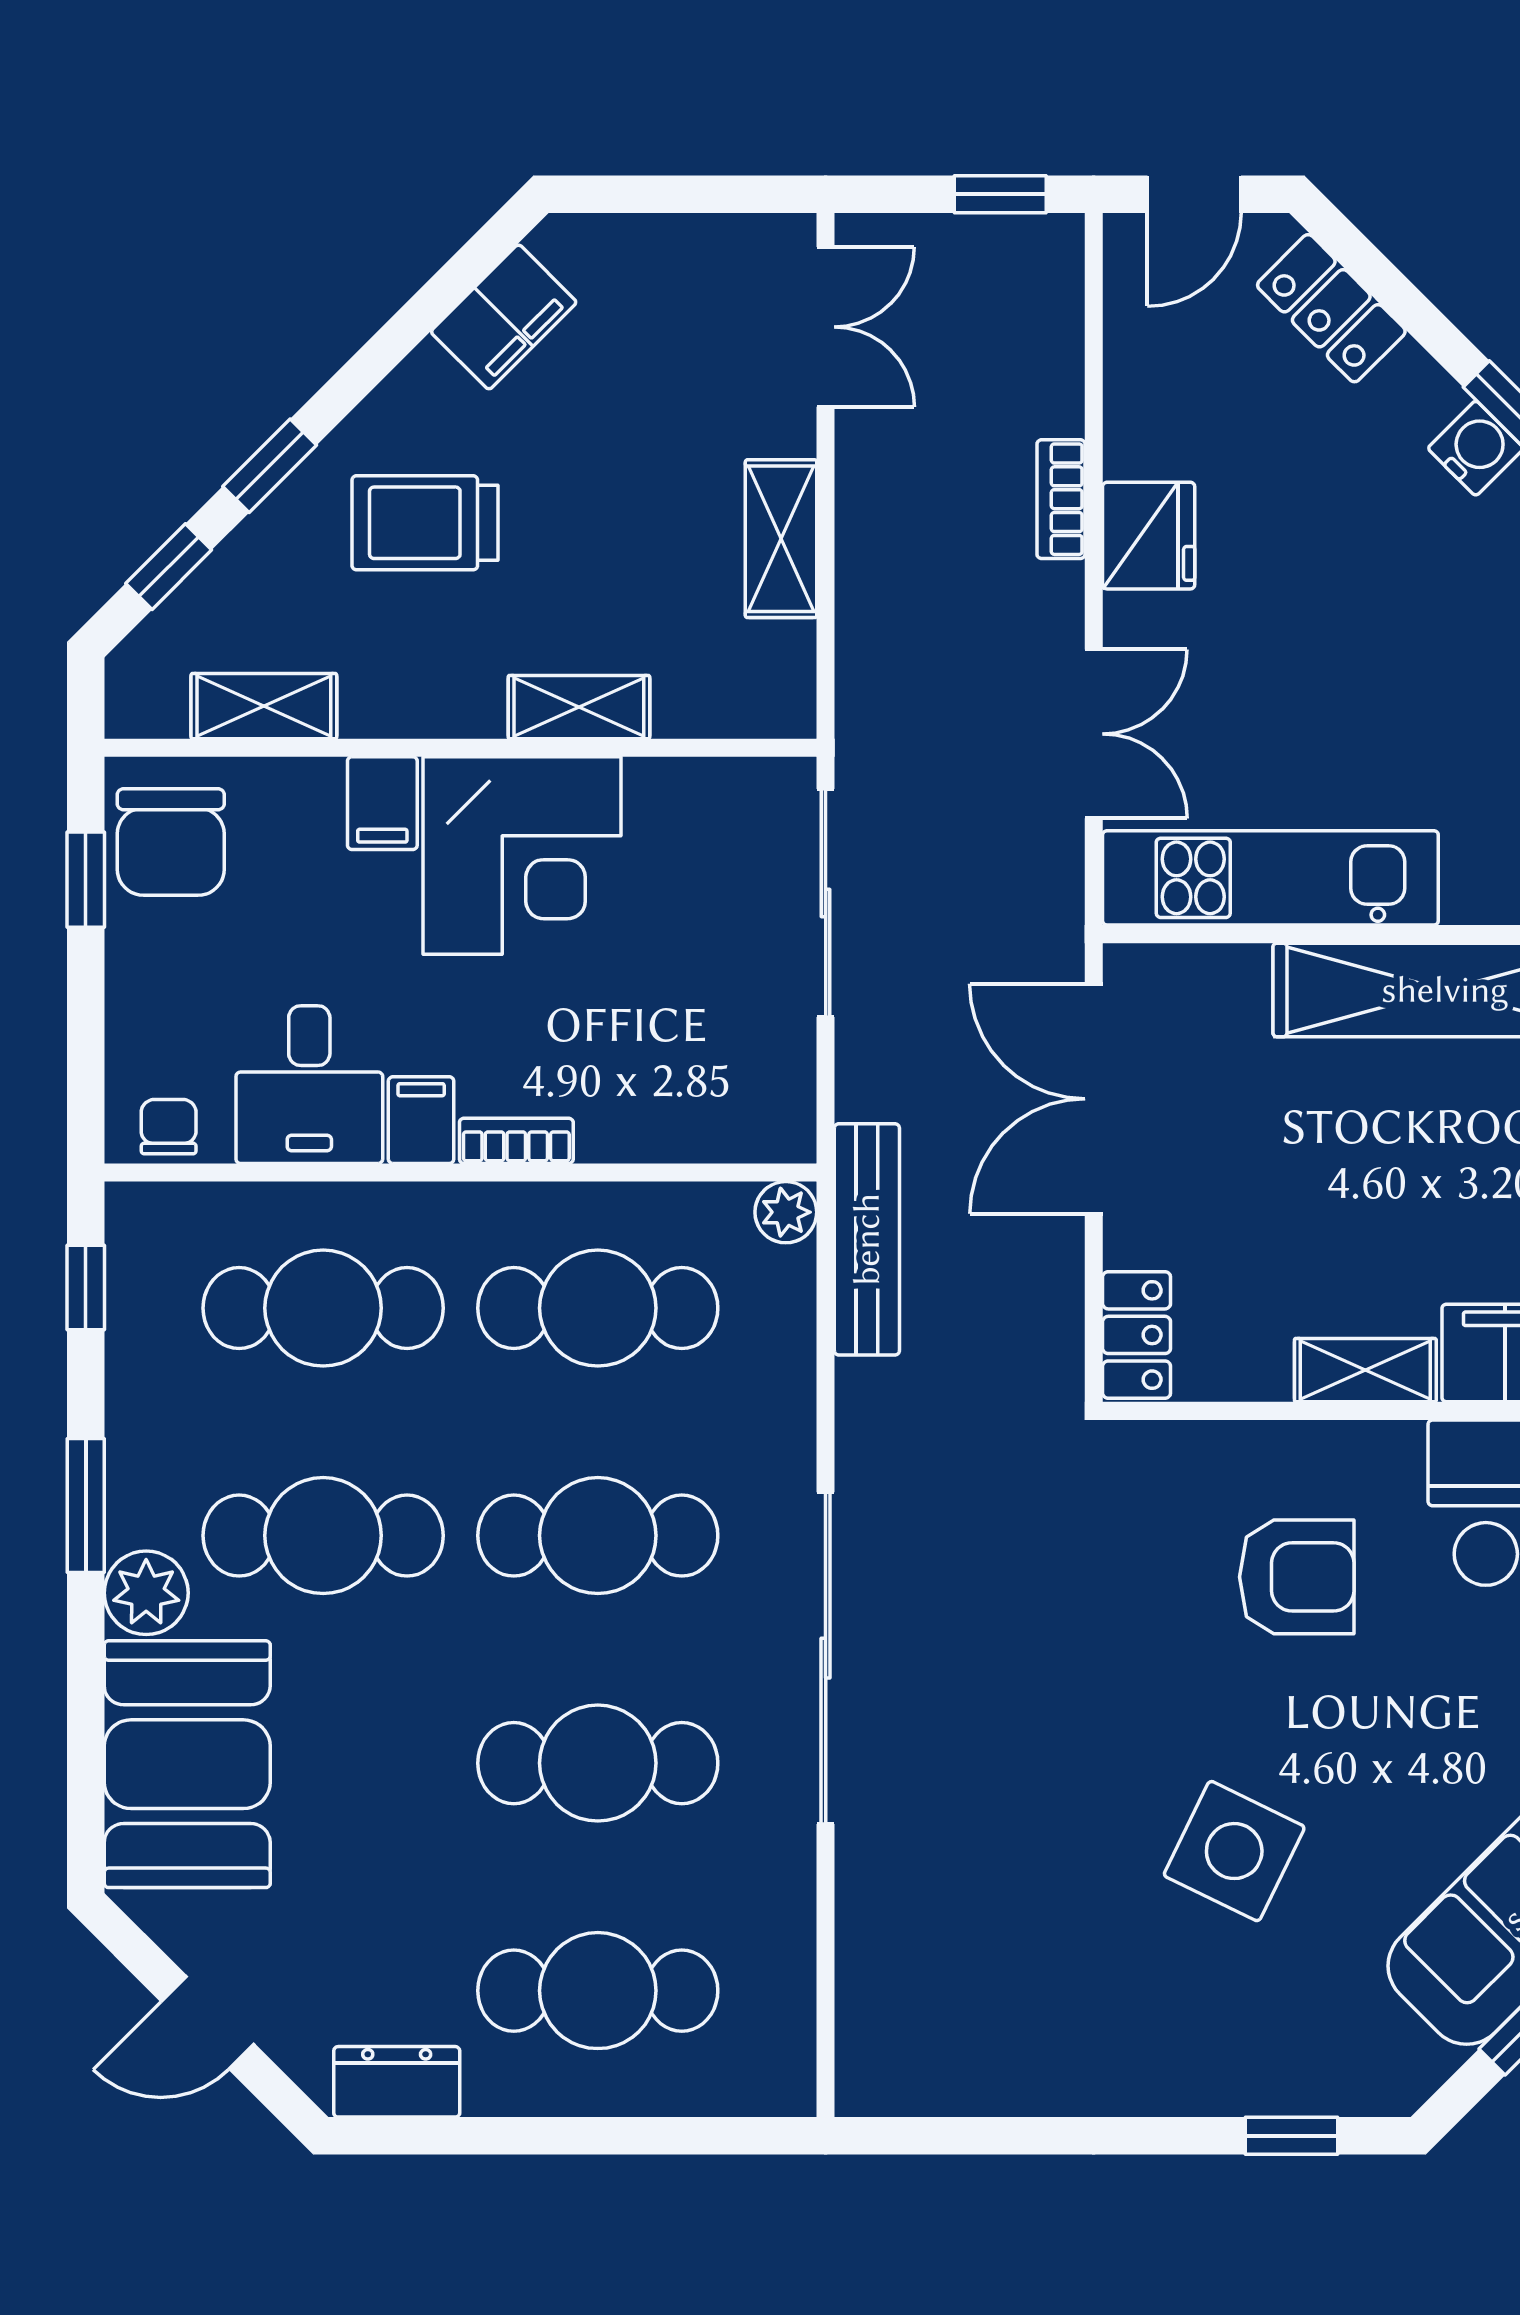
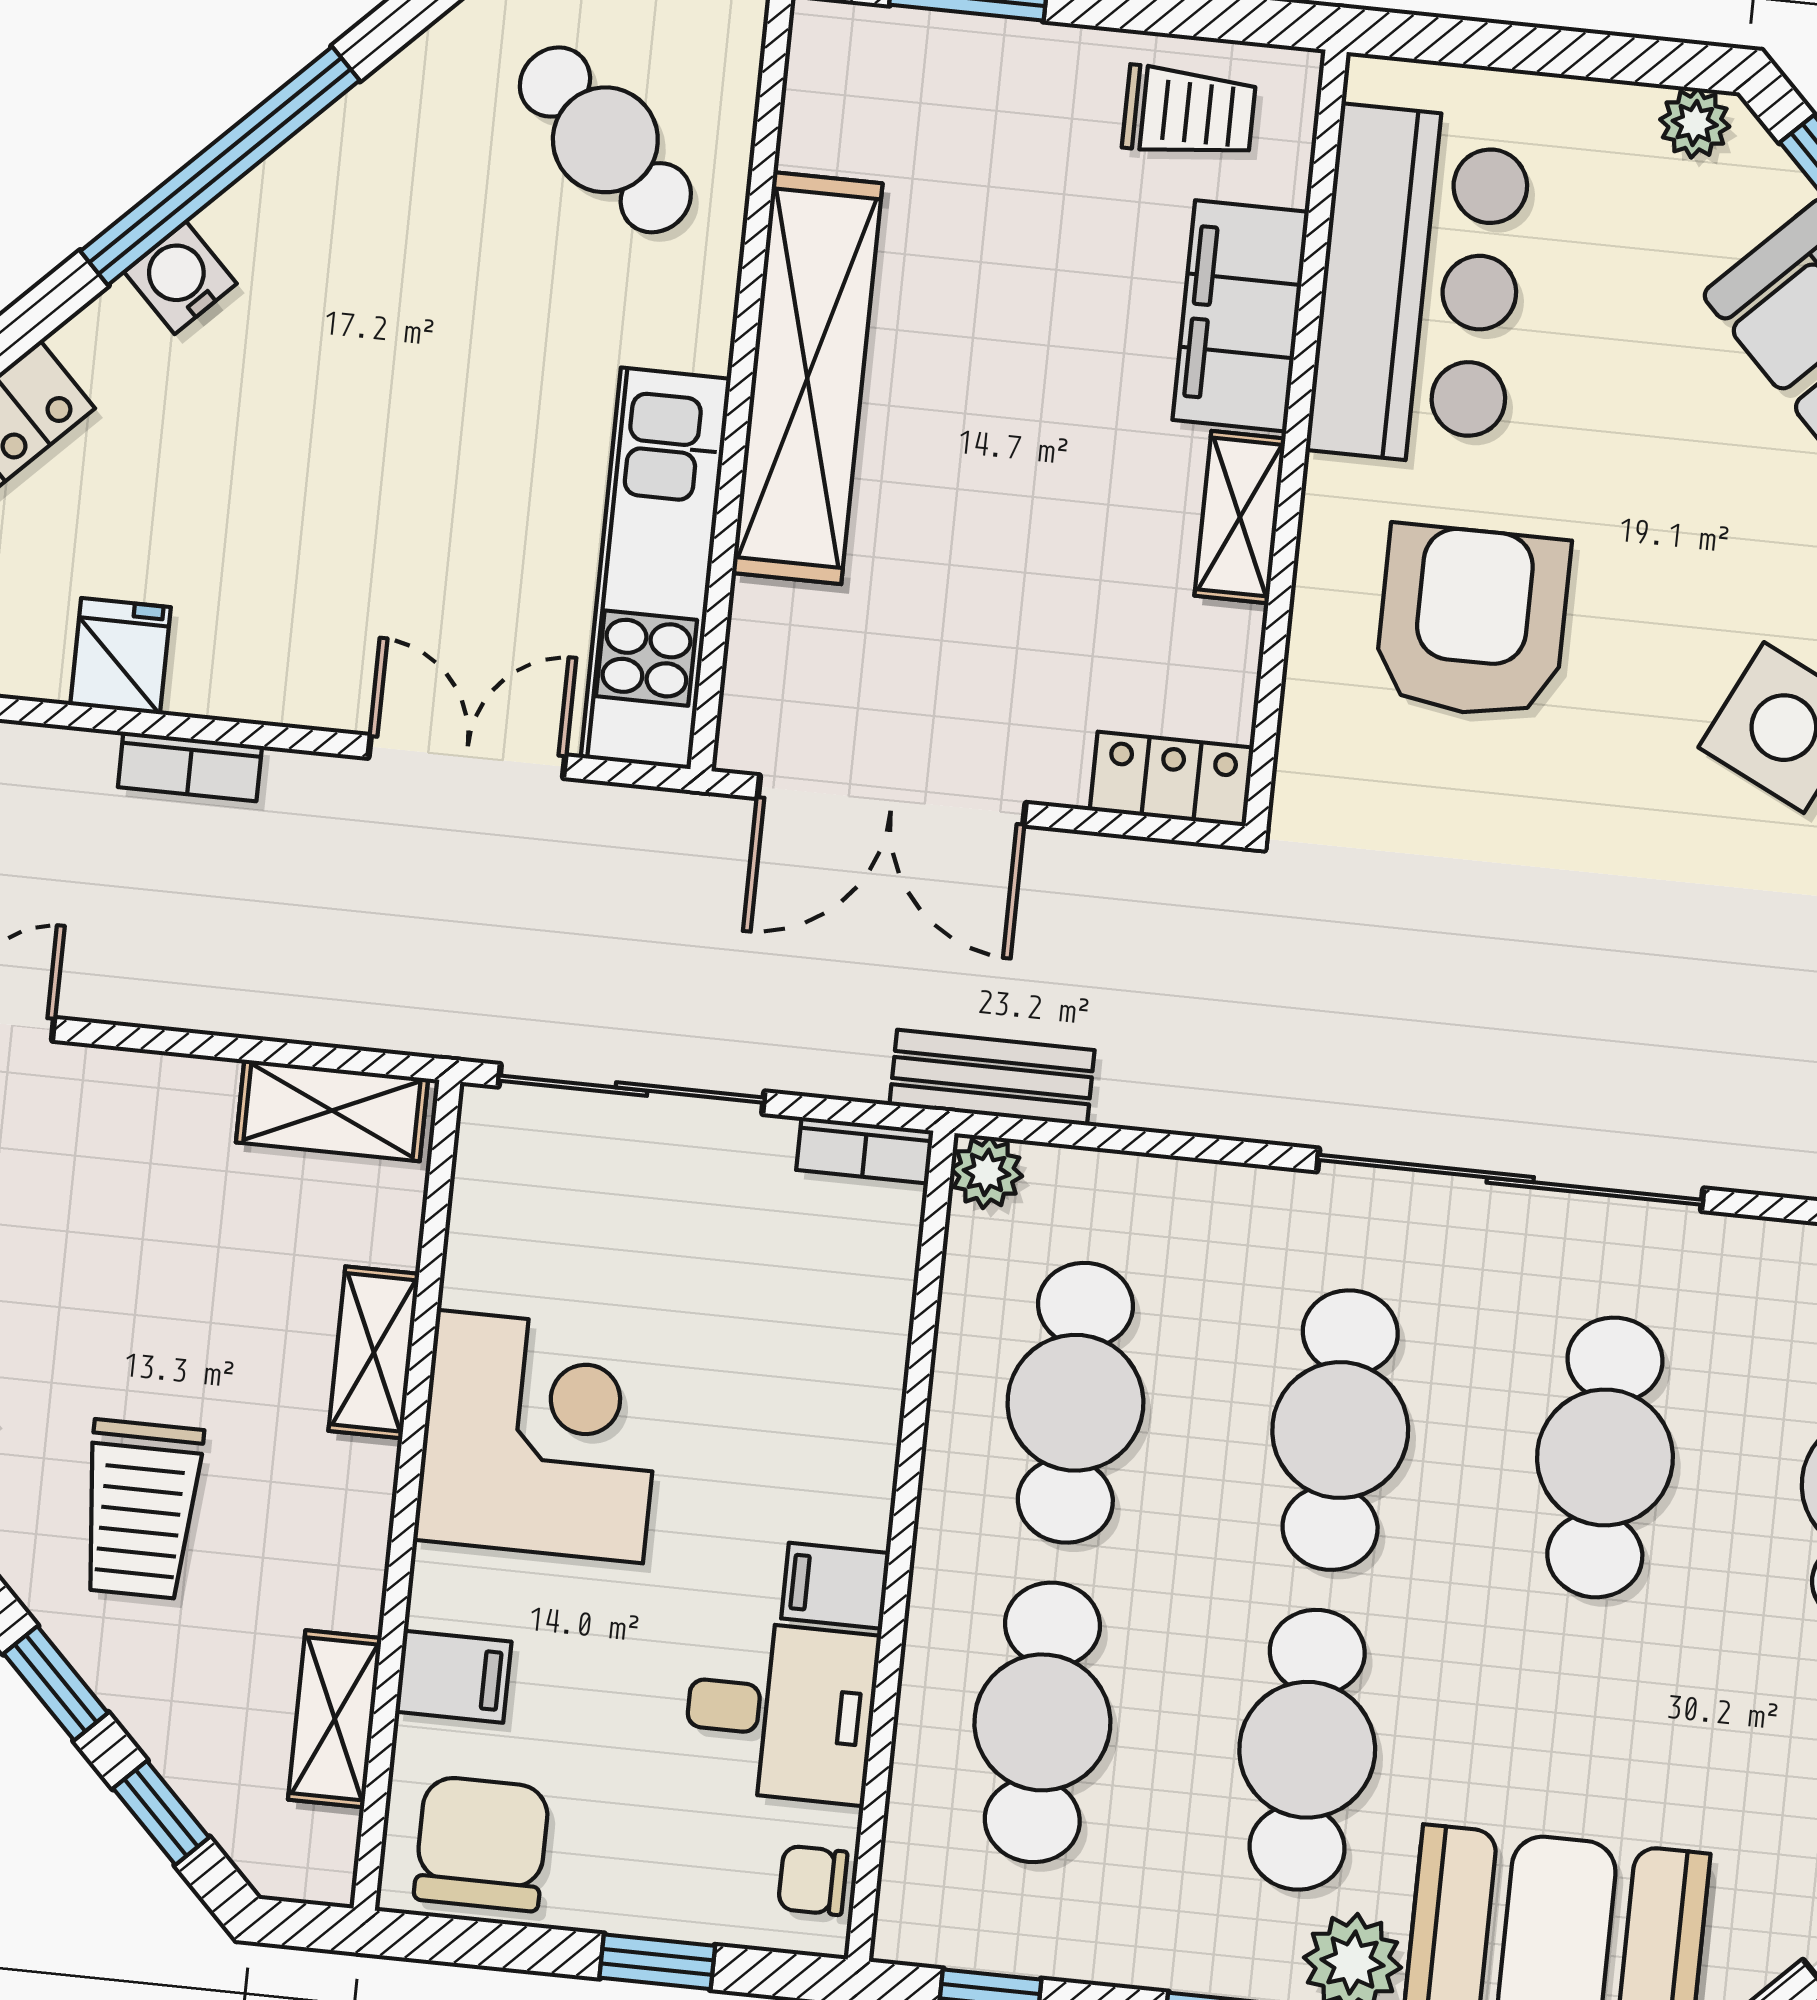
fridge: (1149, 536) -> (120, 656), moved, width x0.72
shelving: (781, 539) -> (332, 1110), moved
filing cabinet: (382, 803) -> (453, 1677), moved
chair: (171, 842) -> (482, 1844), turned -90
window: (86, 880) -> (657, 1962), moved
bookcase: (516, 1141) -> (865, 1150), moved, turned -90
bench: (867, 1239) -> (992, 1078), width x0.73
armchair: (1297, 1577) -> (1472, 622), width x1.36, depth x1.36

